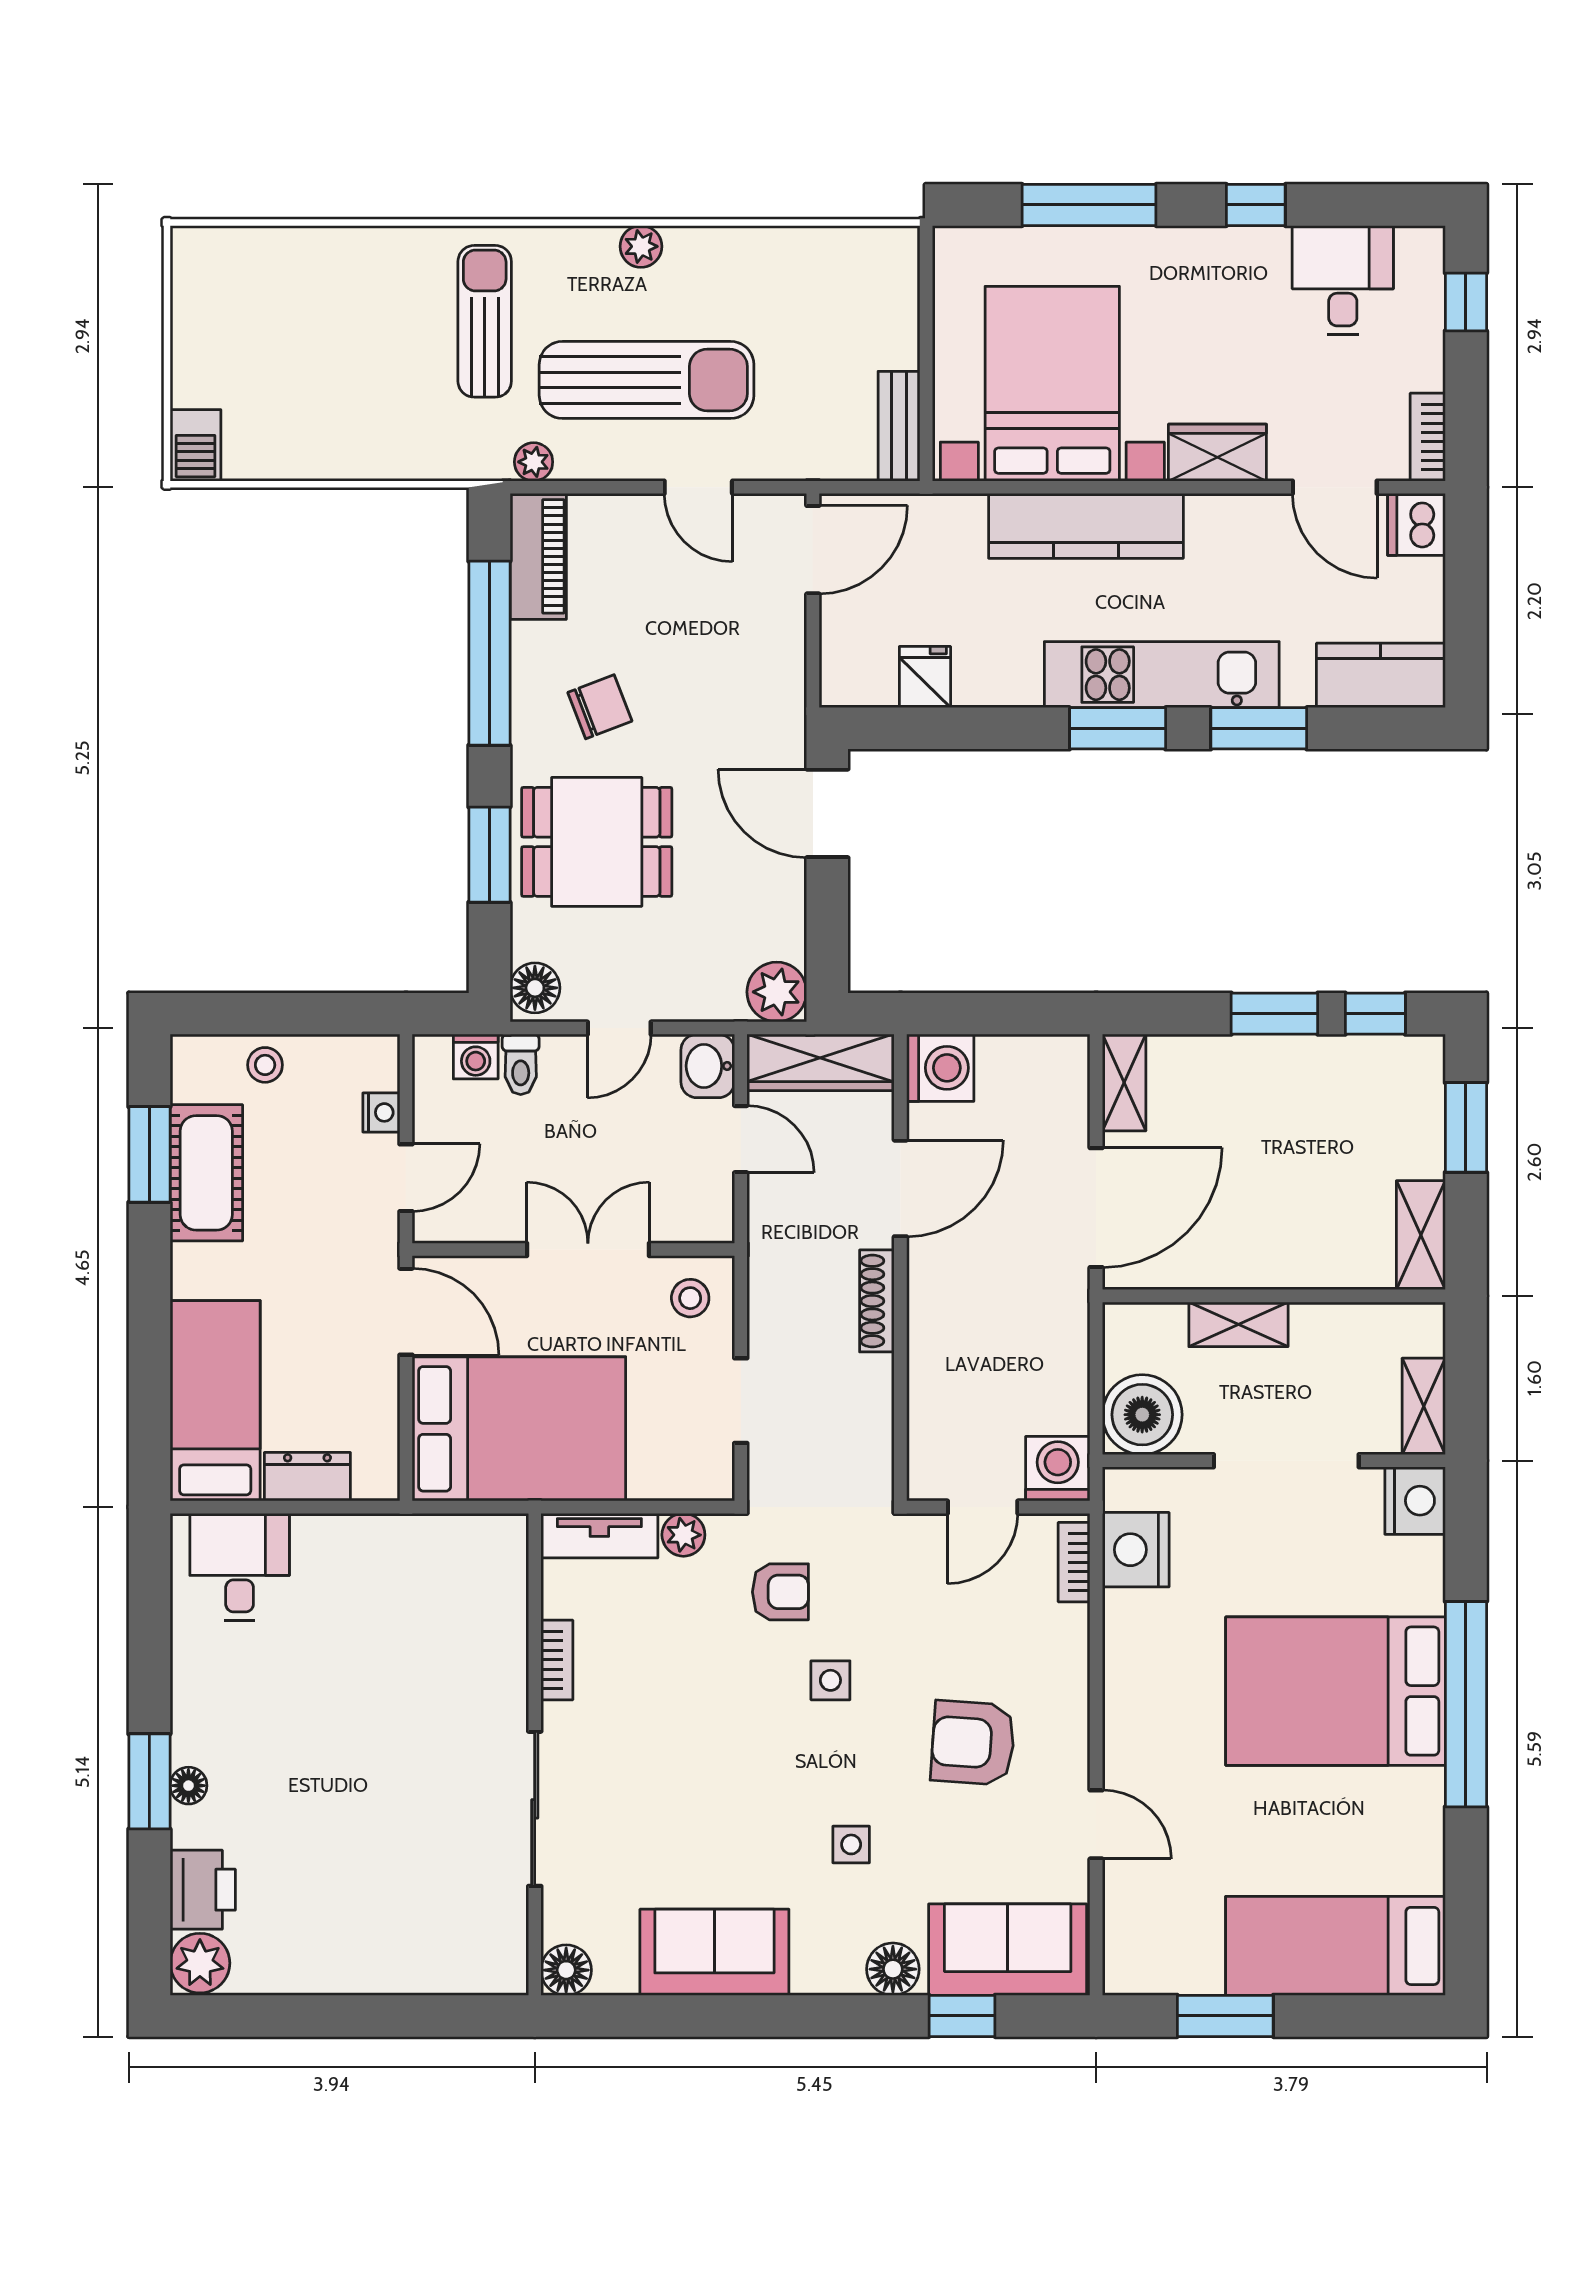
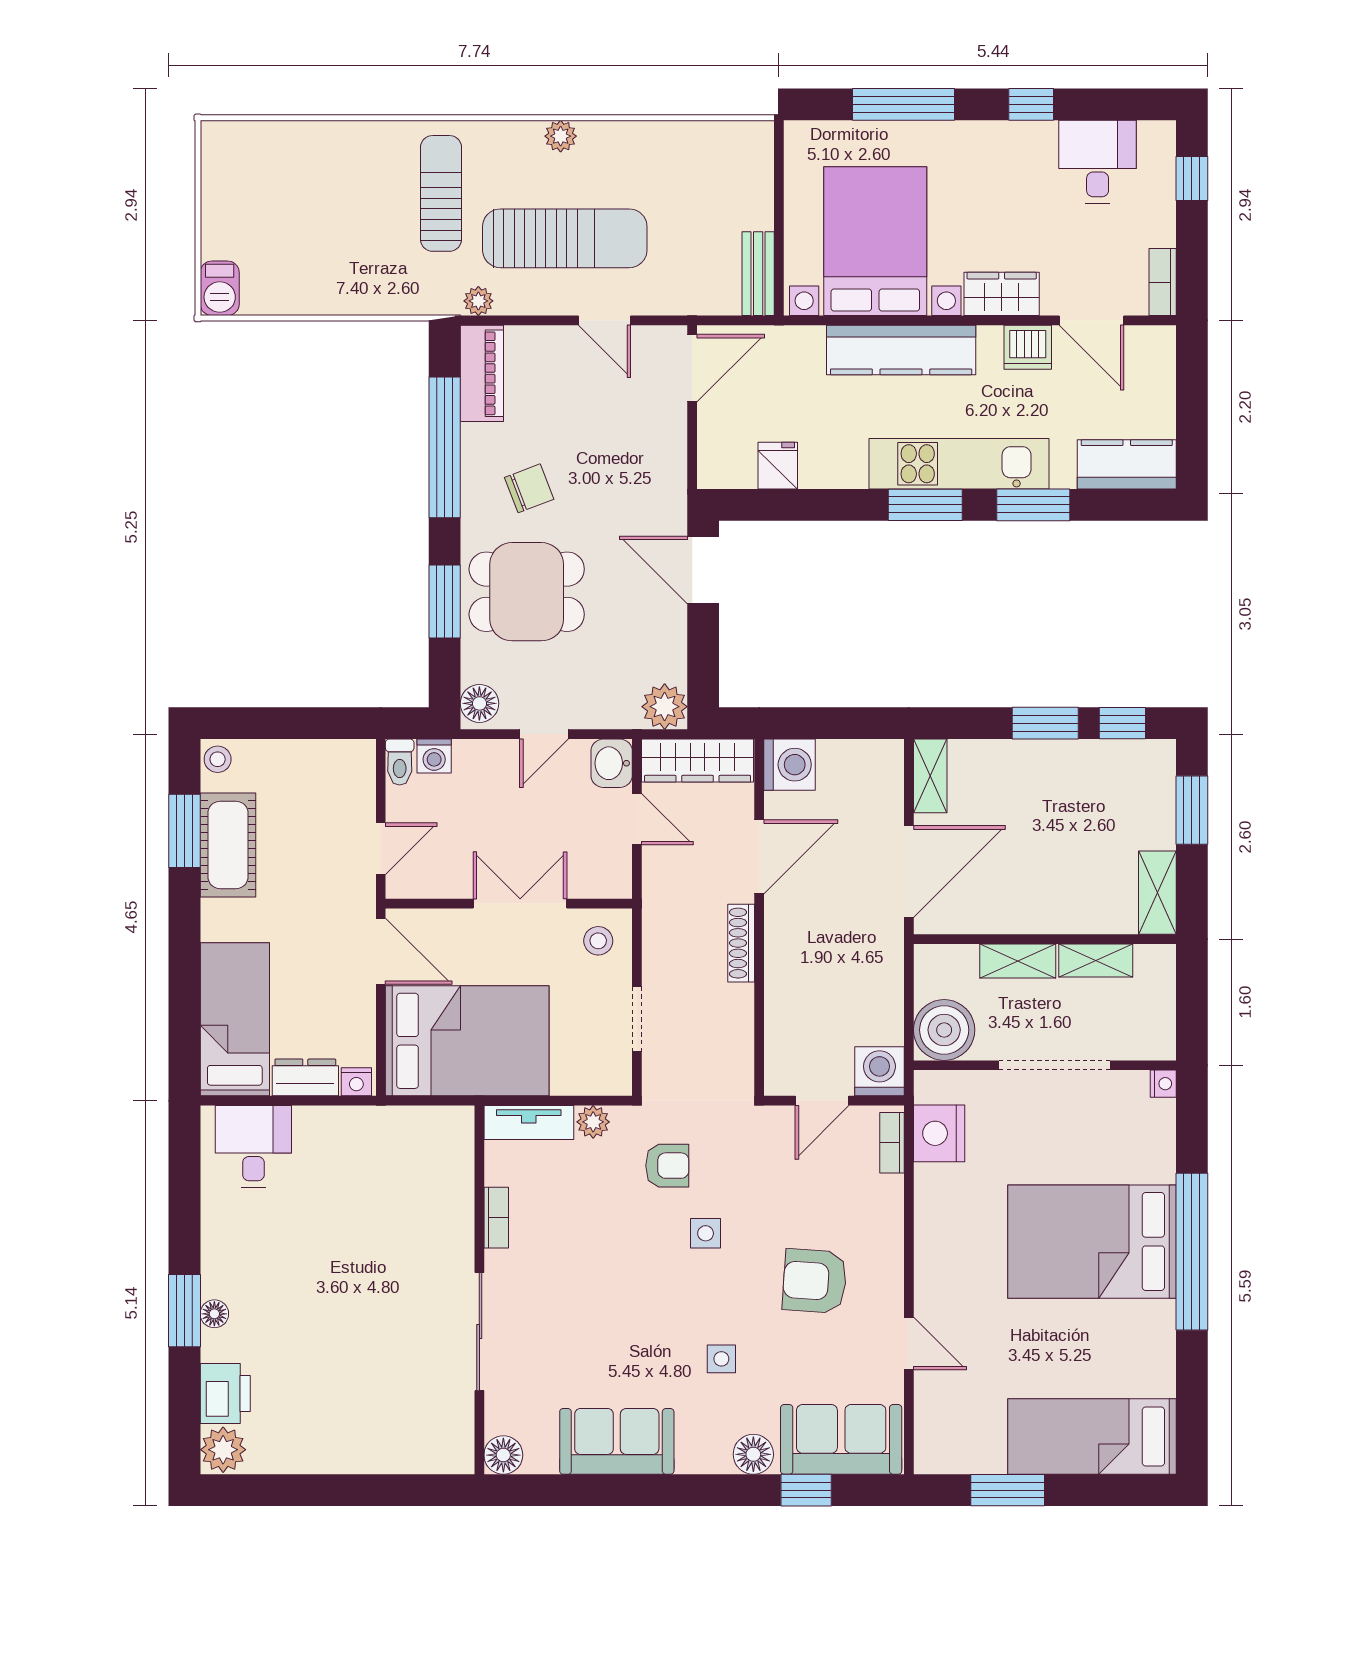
dishwasher: (1416, 524) -> (1028, 347), moved, turned -90
toilet: (521, 1064) -> (400, 762), moved
stool: (265, 1065) -> (218, 759), moved
nightstand: (381, 1112) -> (356, 1082), moved, turned 90
shelving: (1424, 1406) -> (1096, 960), moved, turned 90
nightstand: (1415, 1501) -> (1163, 1084), width x0.53, depth x0.56

